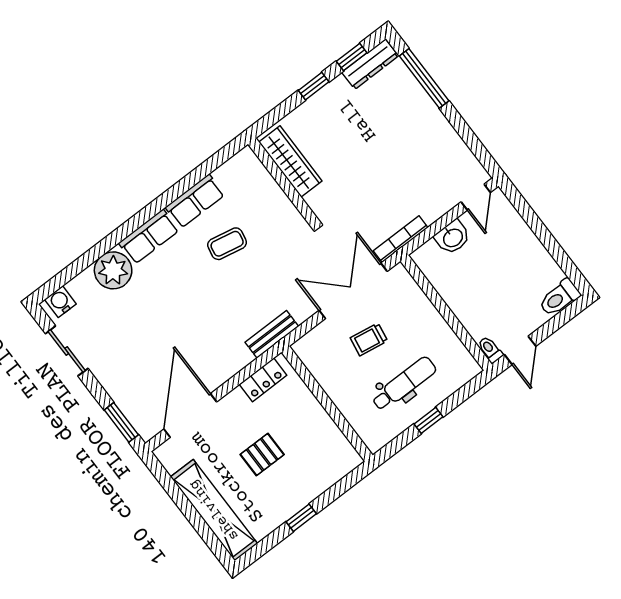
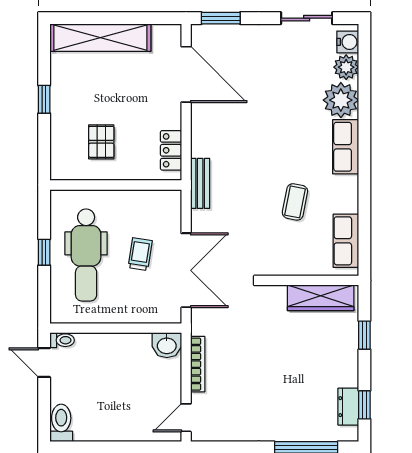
dresser: (370, 64) -> (348, 407), width x0.70
window: (314, 86) -> (364, 335), moved
door: (476, 197) -> (186, 418), hinge flipped
row of seats: (195, 201) -> (346, 241), moved
washbasin: (453, 237) -> (167, 345), moved, turned -90
bookcase: (401, 239) -> (198, 364), moved
plant: (82, 287) -> (346, 67), added
dental chair: (404, 384) -> (86, 255), width x1.36, depth x1.38
pallet: (262, 455) -> (101, 142), moved

